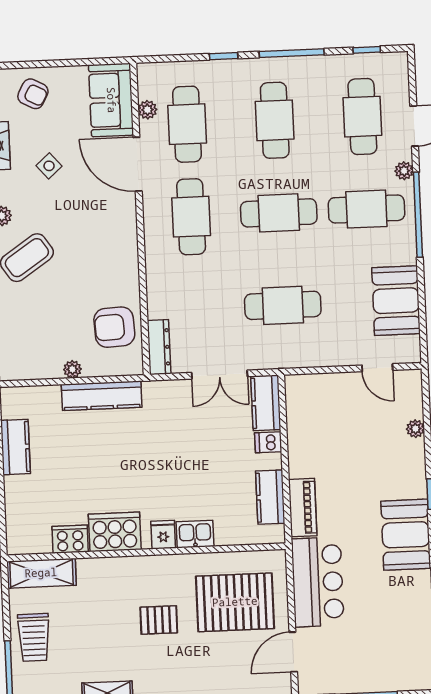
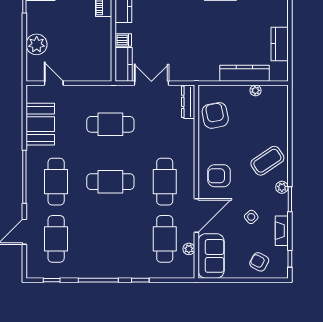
cafe table: (275, 120) -> (110, 239), removed
door: (138, 164) -> (196, 216), hinge flipped
plant: (404, 171) -> (32, 204), removed
cafe table: (366, 209) -> (56, 182), turned 90
armchair: (104, 230) -> (219, 176), added
armchair: (114, 327) -> (215, 115), turned -98
plant: (72, 369) -> (256, 90), moved
kitchen counter: (102, 396) -> (244, 73), moved
plant: (415, 429) -> (37, 44), width x1.88, depth x1.88

